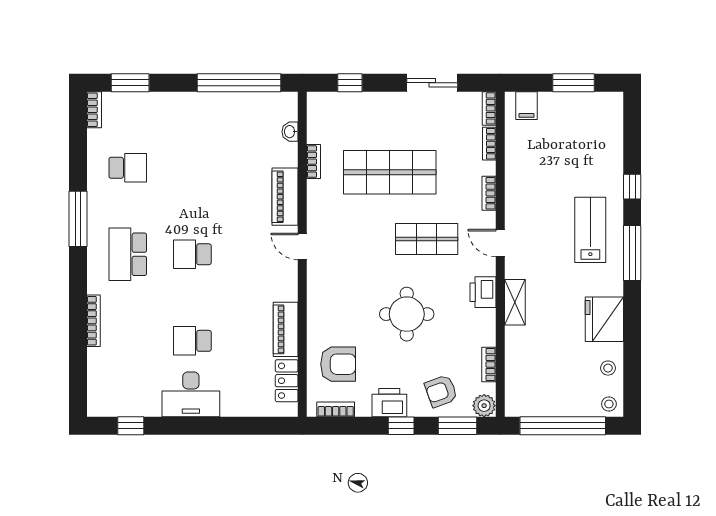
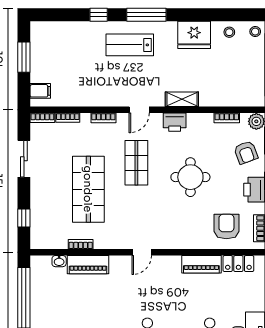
piano: (285, 197) -> (88, 265), moved

